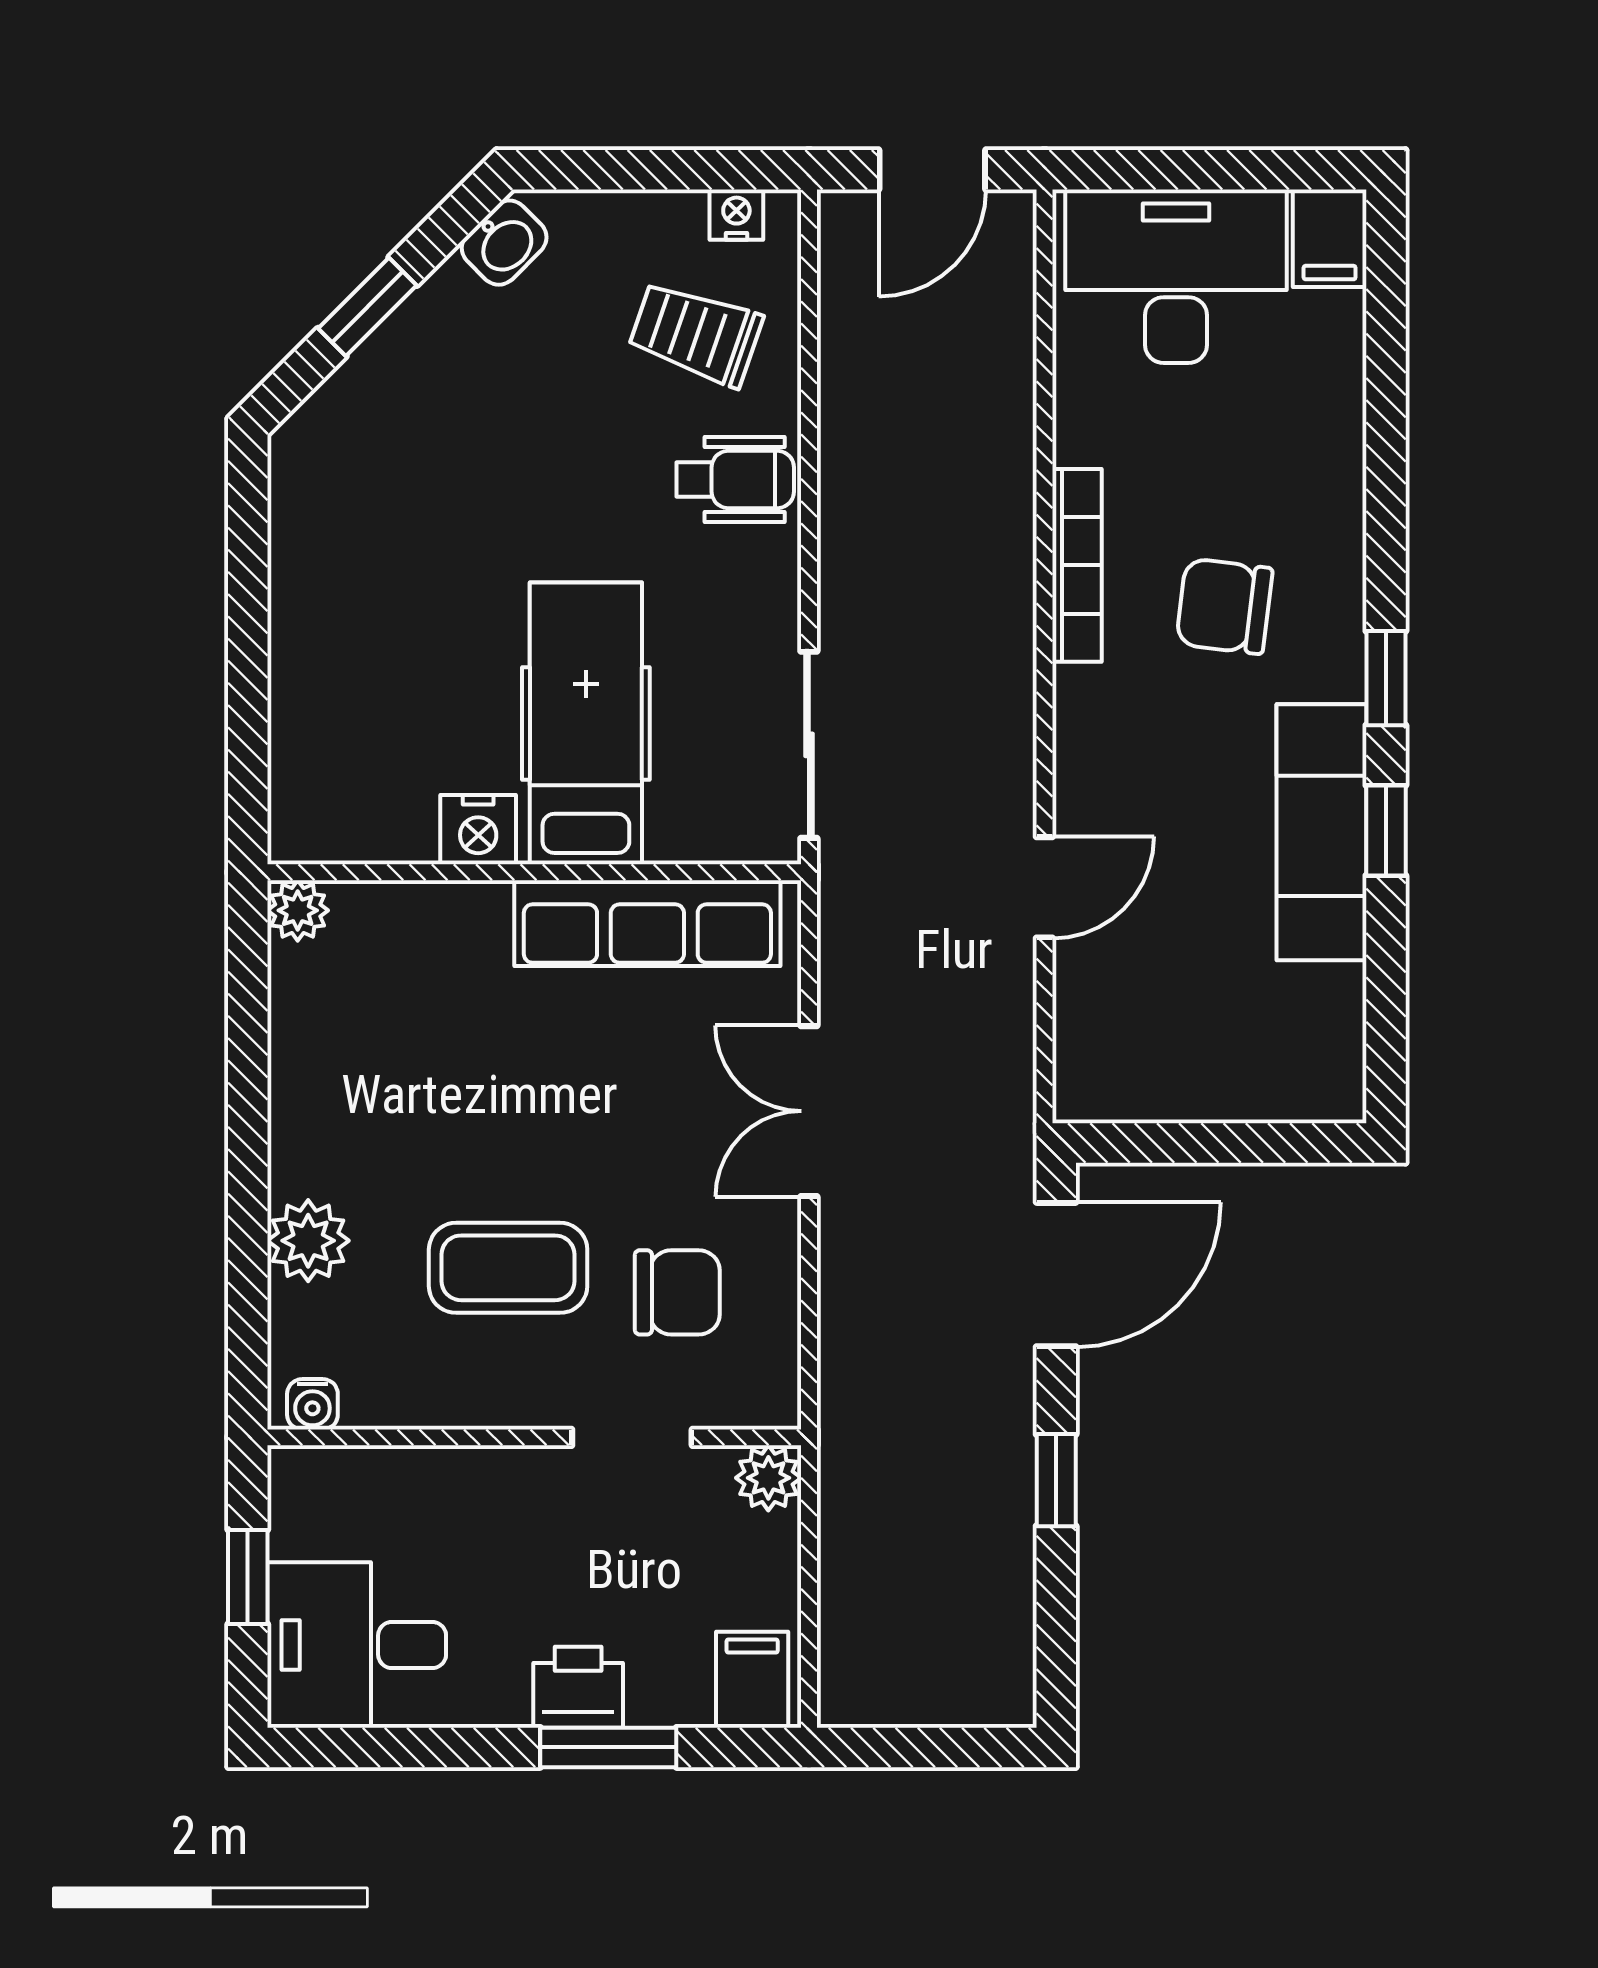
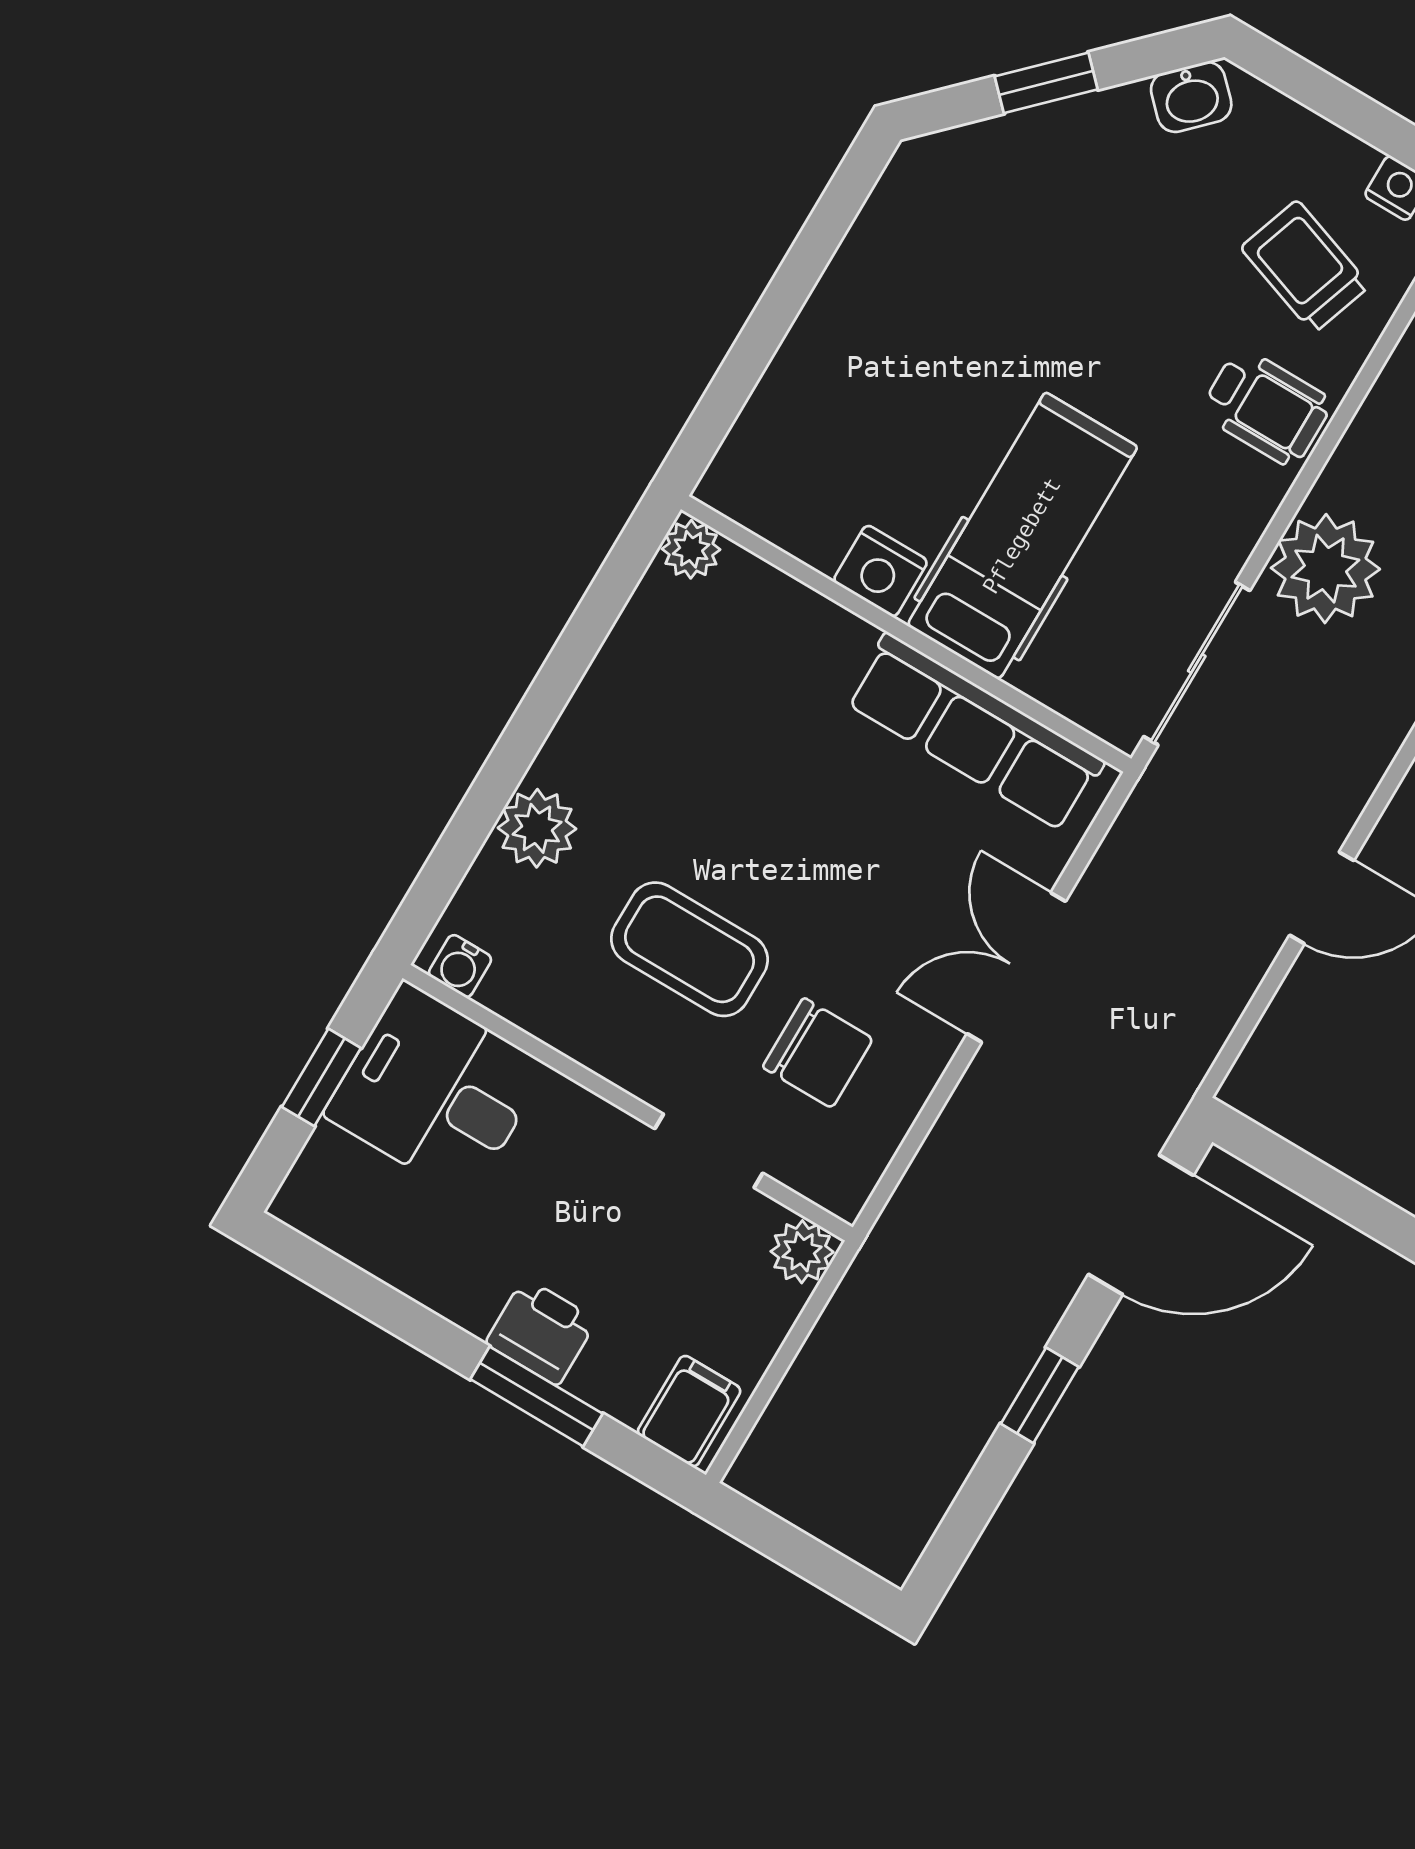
plant: (873, 592) -> (1325, 569), added
desk: (357, 1645) -> (436, 1091), moved

